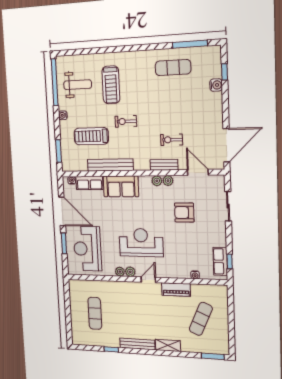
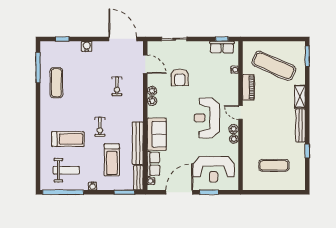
weight bench: (78, 85) -> (66, 170), turned 90
water cooler: (216, 85) -> (87, 46), moved
bench: (164, 165) -> (138, 178), moved
door: (198, 172) -> (145, 64), swing flipped
exercise mat: (201, 319) -> (274, 66), width x1.36, depth x1.45

